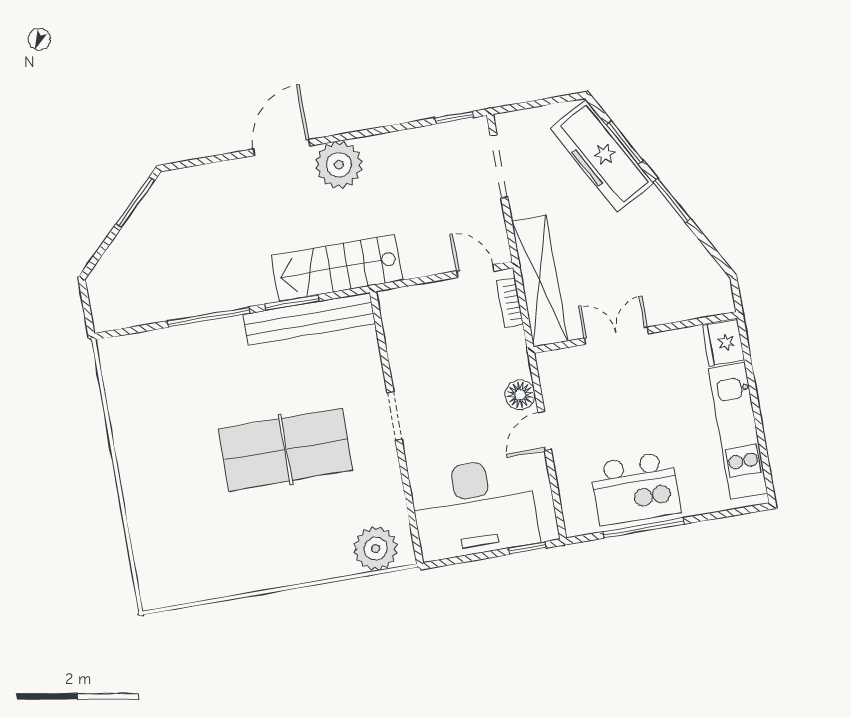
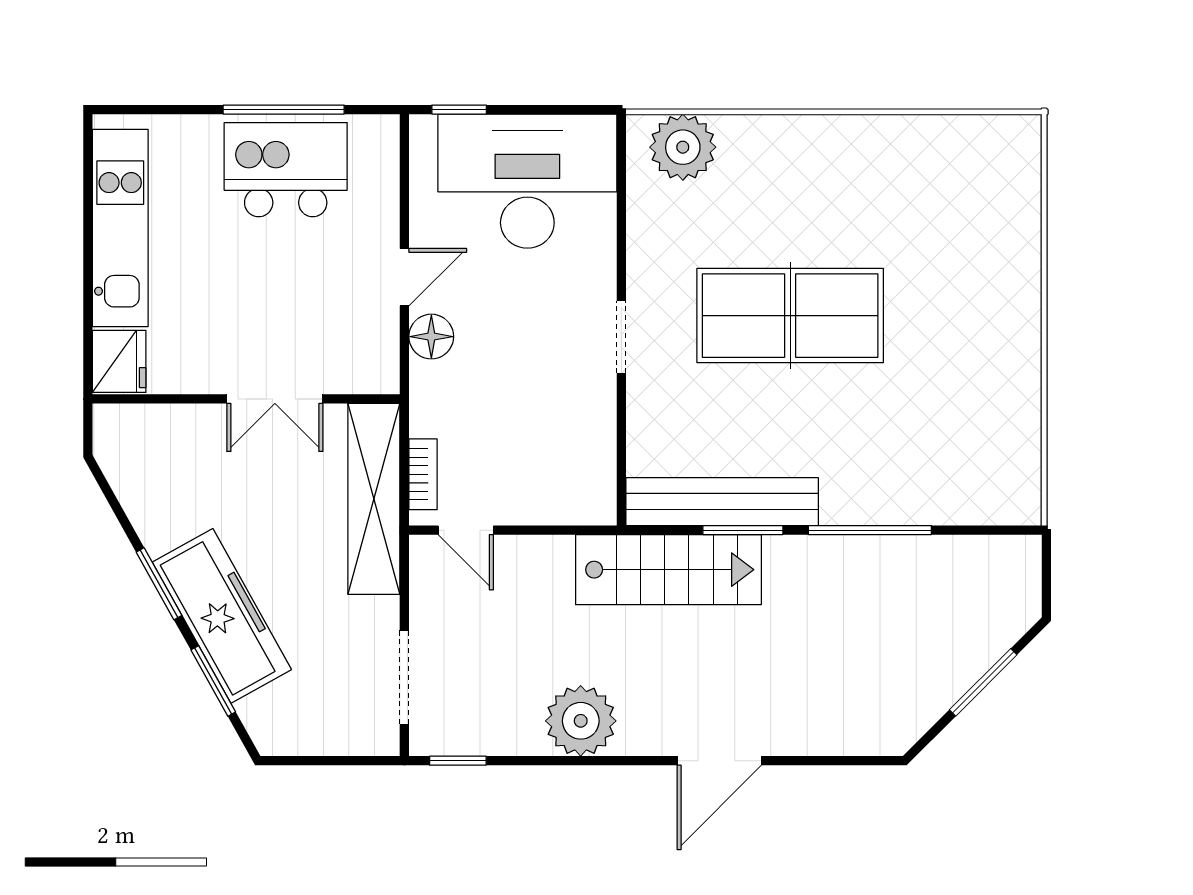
freezer: (602, 156) -> (222, 616), moved
plant: (339, 165) -> (581, 721), moved
window: (135, 202) -> (983, 682), moved

